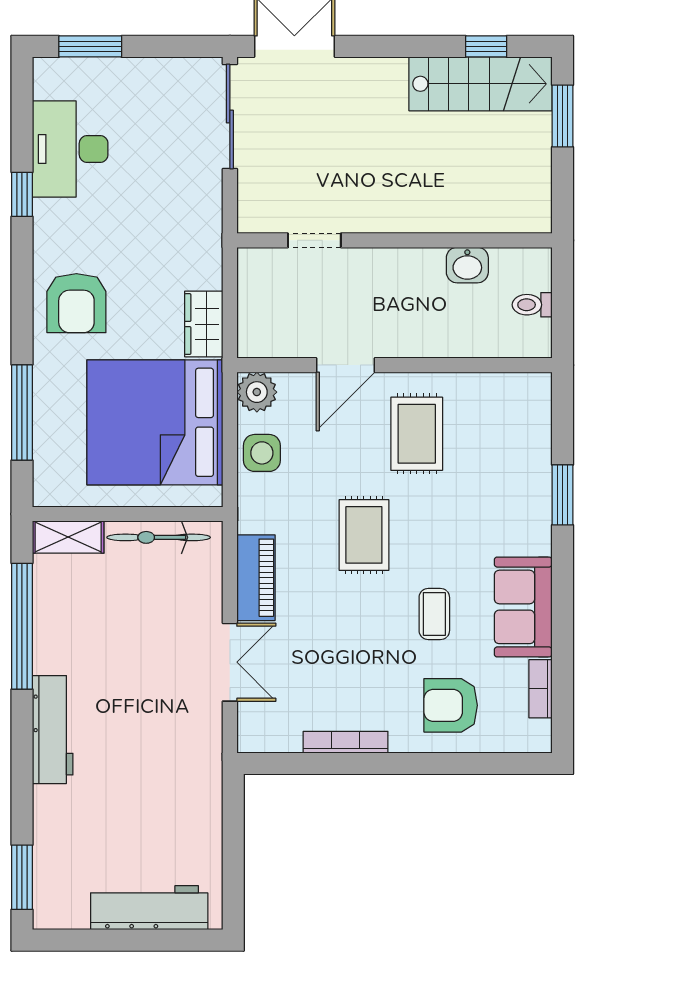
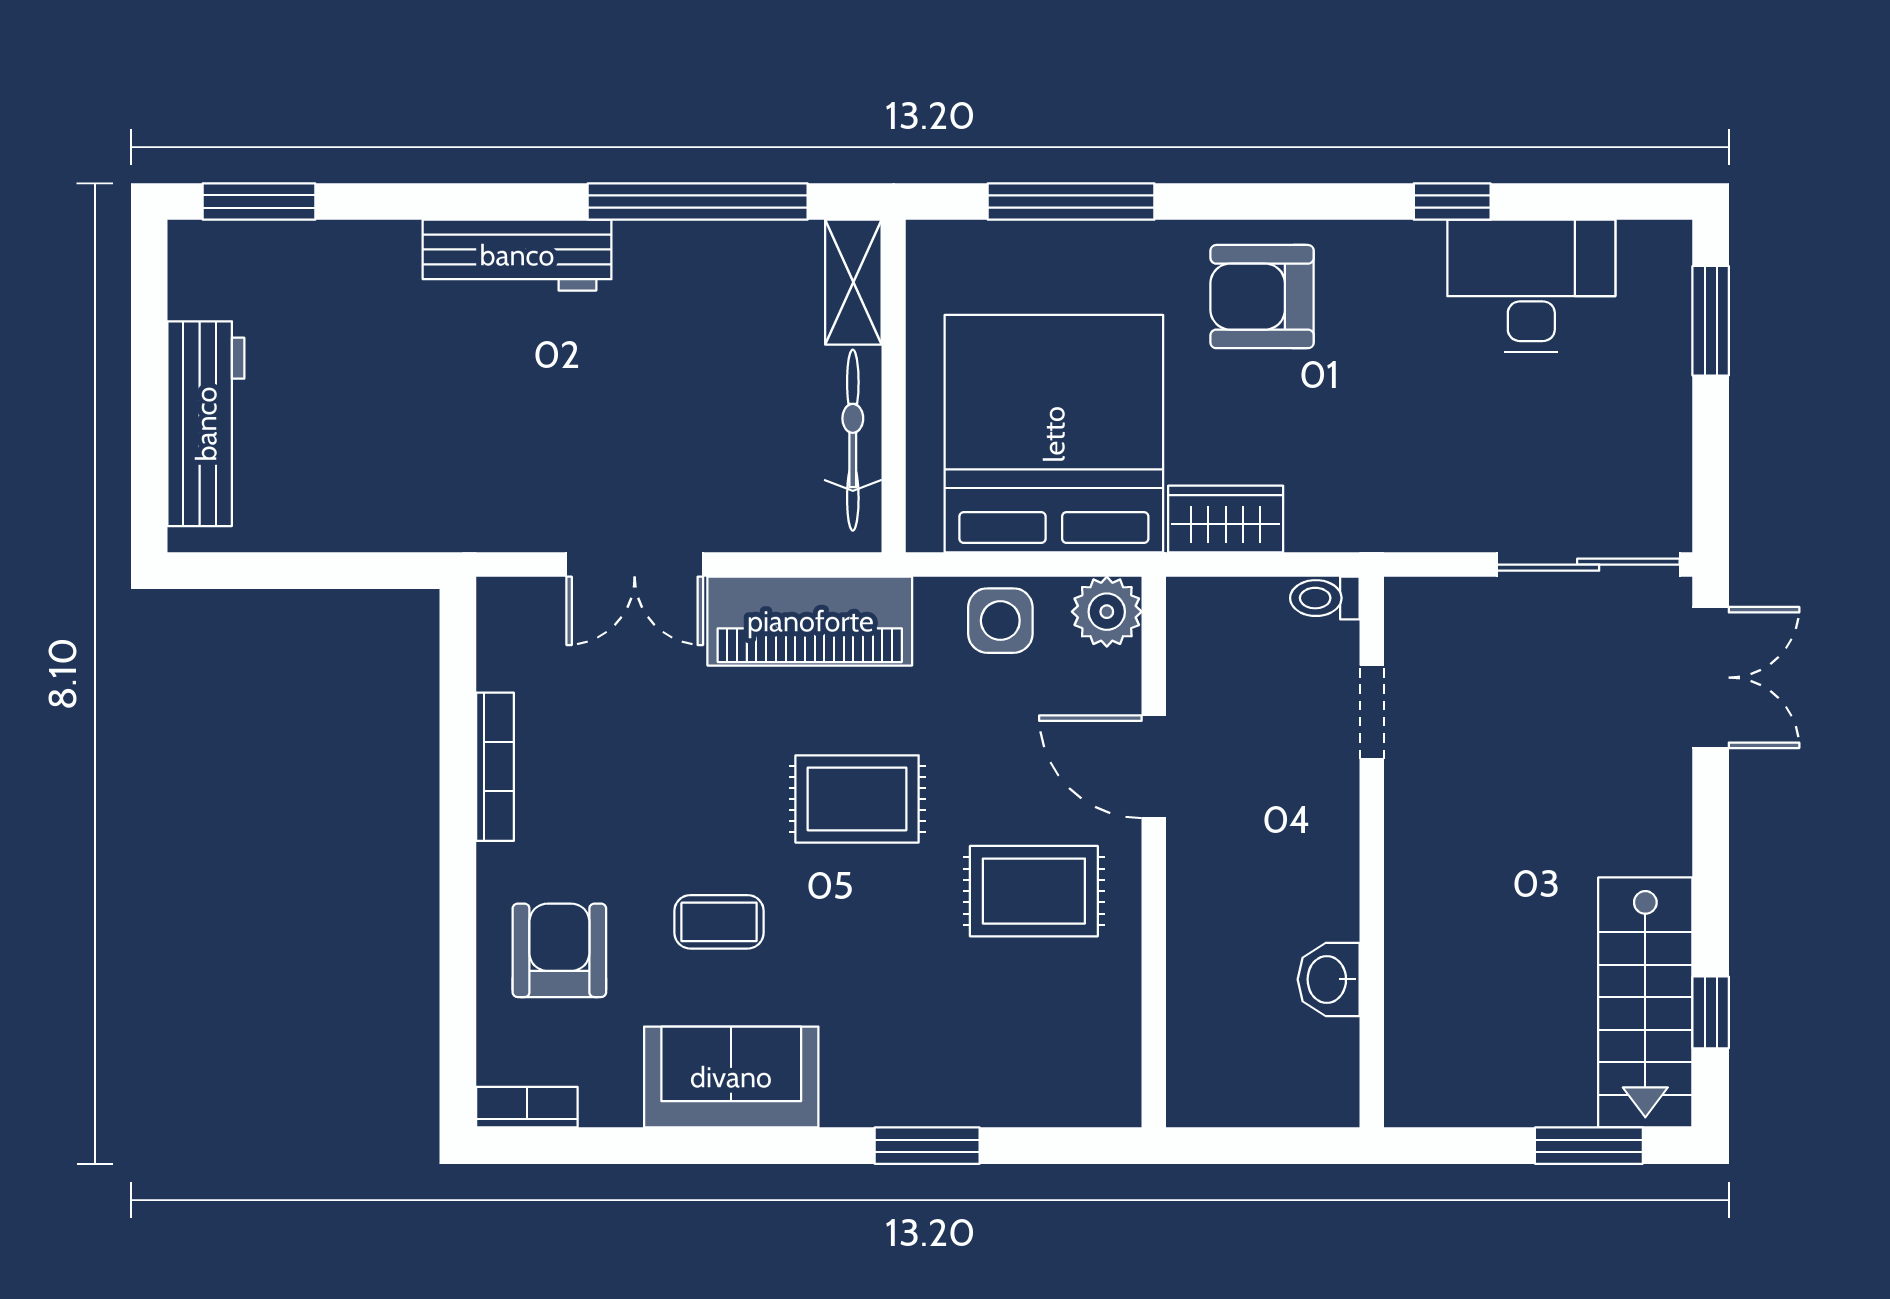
toilet: (532, 305) -> (1325, 598), moved, turned -90
piano: (256, 578) -> (810, 621), width x1.37, depth x1.33
bookcase: (540, 689) -> (527, 1107), moved

